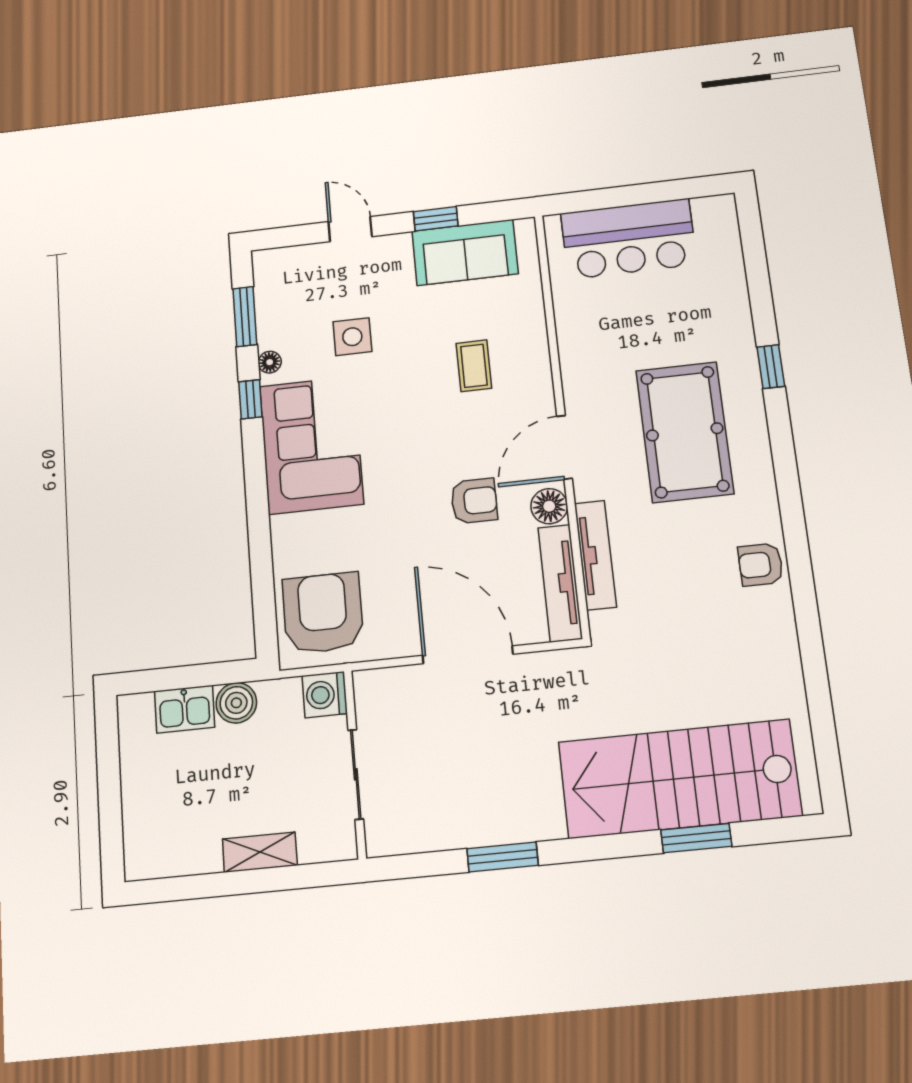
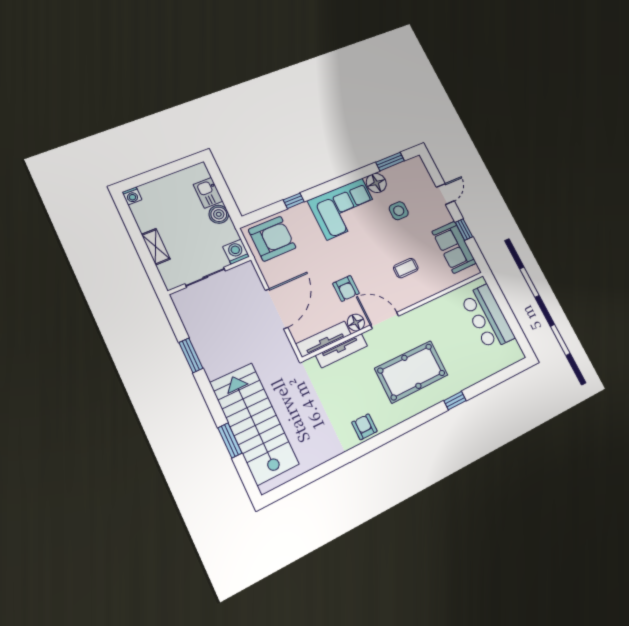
floor lamp: (270, 362) -> (376, 183), width x1.89, depth x1.89
window: (250, 399) -> (294, 201), moved
washing machine: (139, 865) -> (132, 196), added

